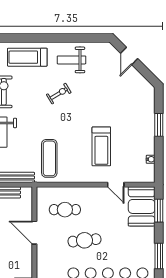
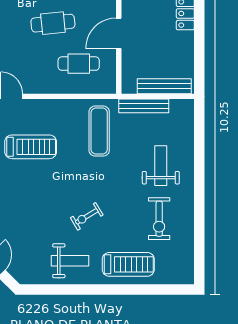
treadmill: (101, 146) -> (31, 147), turned 90
door: (34, 233) -> (119, 33), swing flipped

